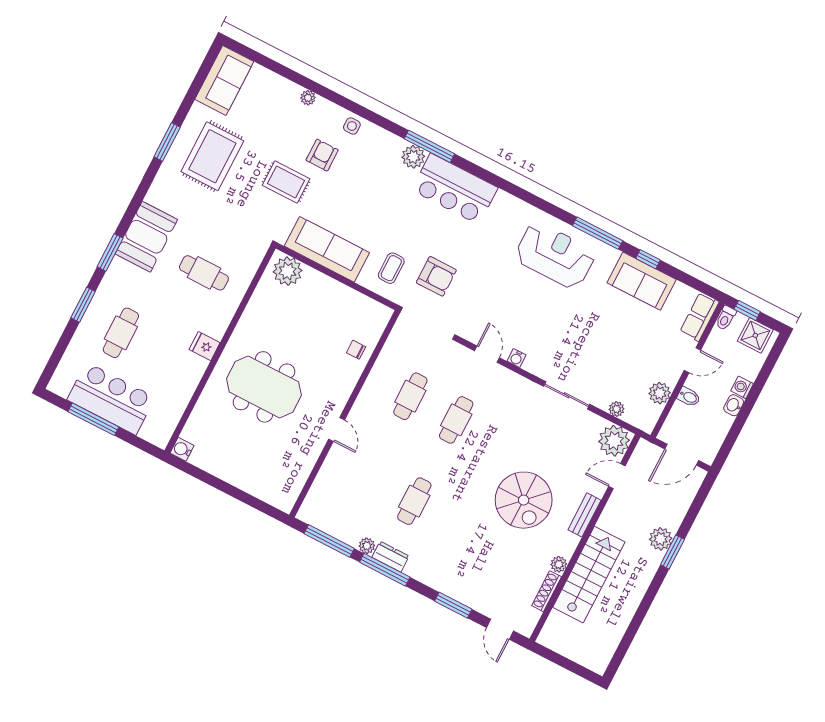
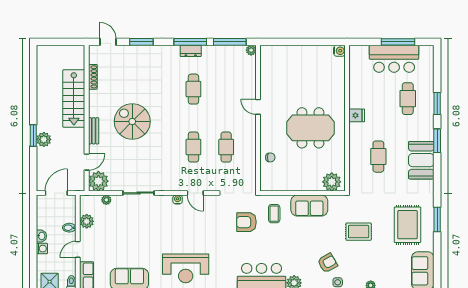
armchair: (322, 155) -> (327, 263), moved, turned -120
sofa: (327, 249) -> (309, 206), width x0.73
cafe table: (204, 273) -> (378, 157), turned 90
meeting table: (264, 387) -> (310, 128), moved
plant: (367, 546) -> (251, 50), moved
plant: (559, 564) -> (94, 96), removed

